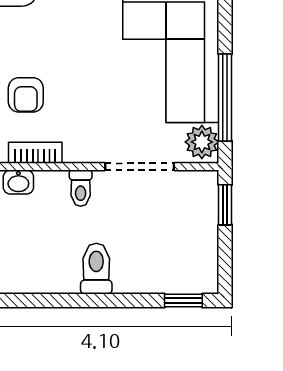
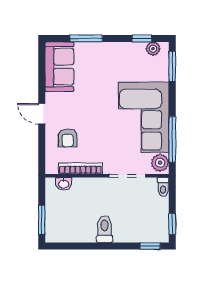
bookcase: (35, 153) -> (80, 168), width x1.56
toilet: (81, 188) -> (163, 187), moved
window: (225, 205) -> (172, 224), moved

